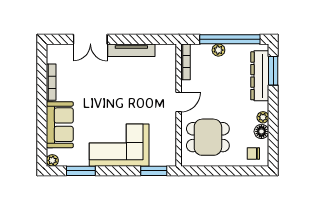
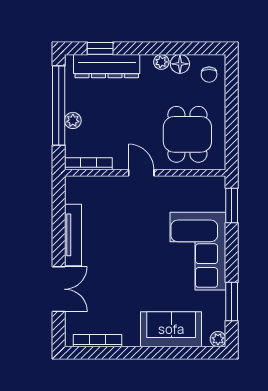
window: (273, 71) -> (100, 48), width x0.67
bookcase: (51, 82) -> (98, 341), moved

